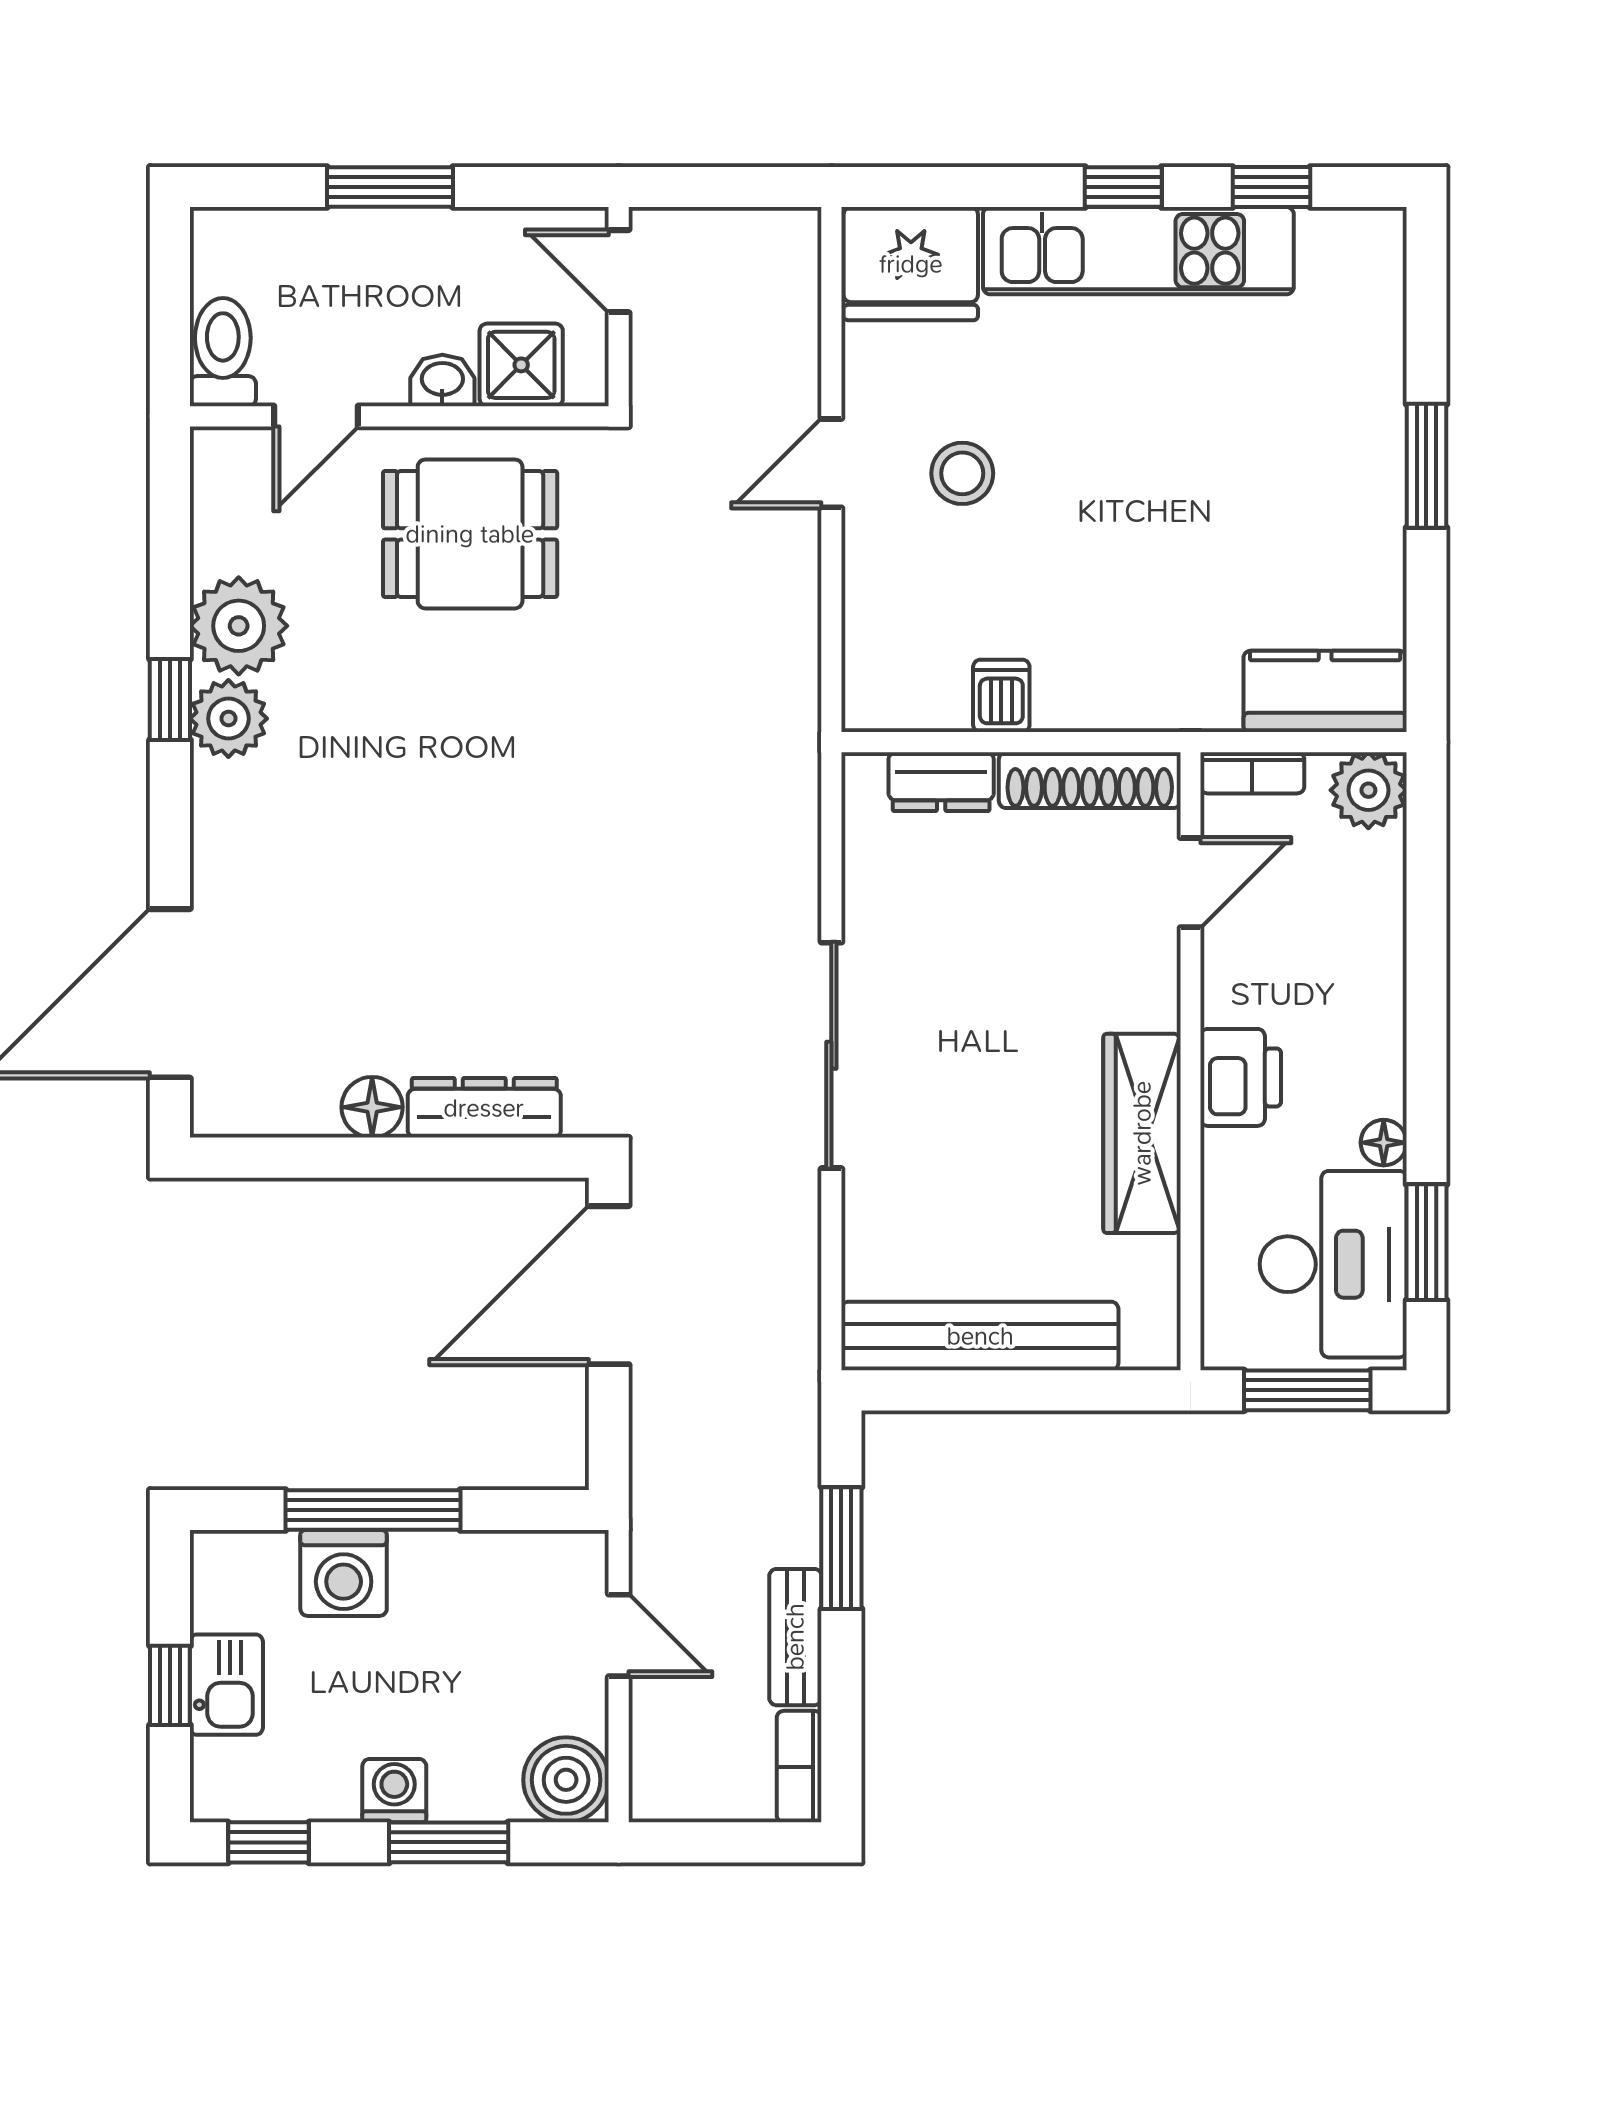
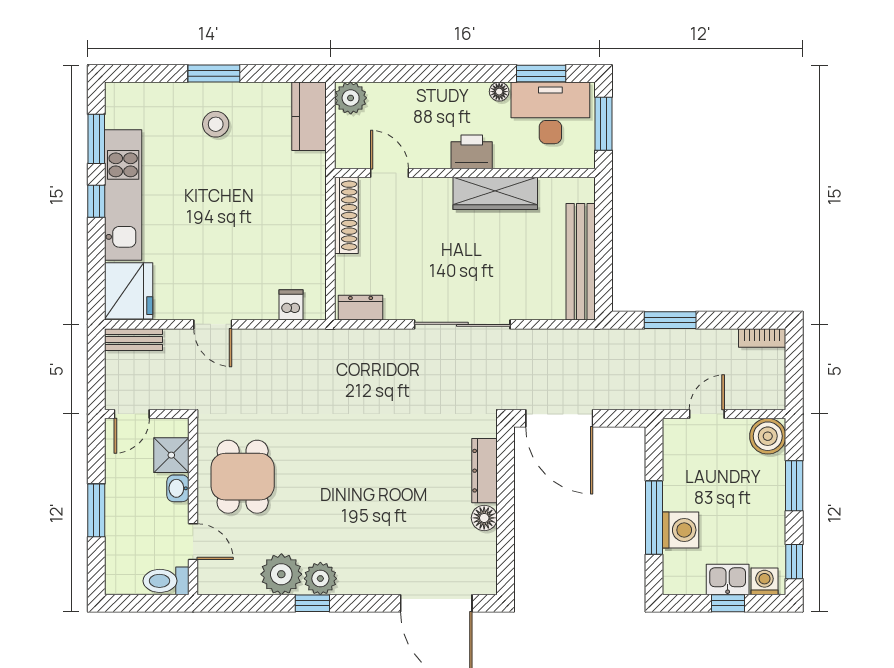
window: (1271, 187) -> (96, 139), width x1.50
stool: (962, 473) -> (216, 124), moved
dishwasher: (1001, 696) -> (291, 305), moved, turned 90
bookcase: (1252, 773) -> (343, 147), removed
dresser: (941, 782) -> (361, 308), moved, turned -90
bench: (795, 1637) -> (133, 340), moved
washing machine: (394, 1791) -> (764, 581), moved, turned 90

